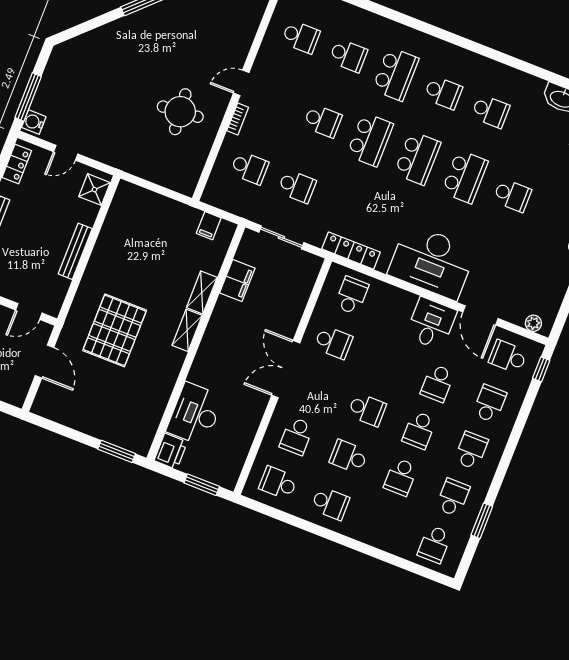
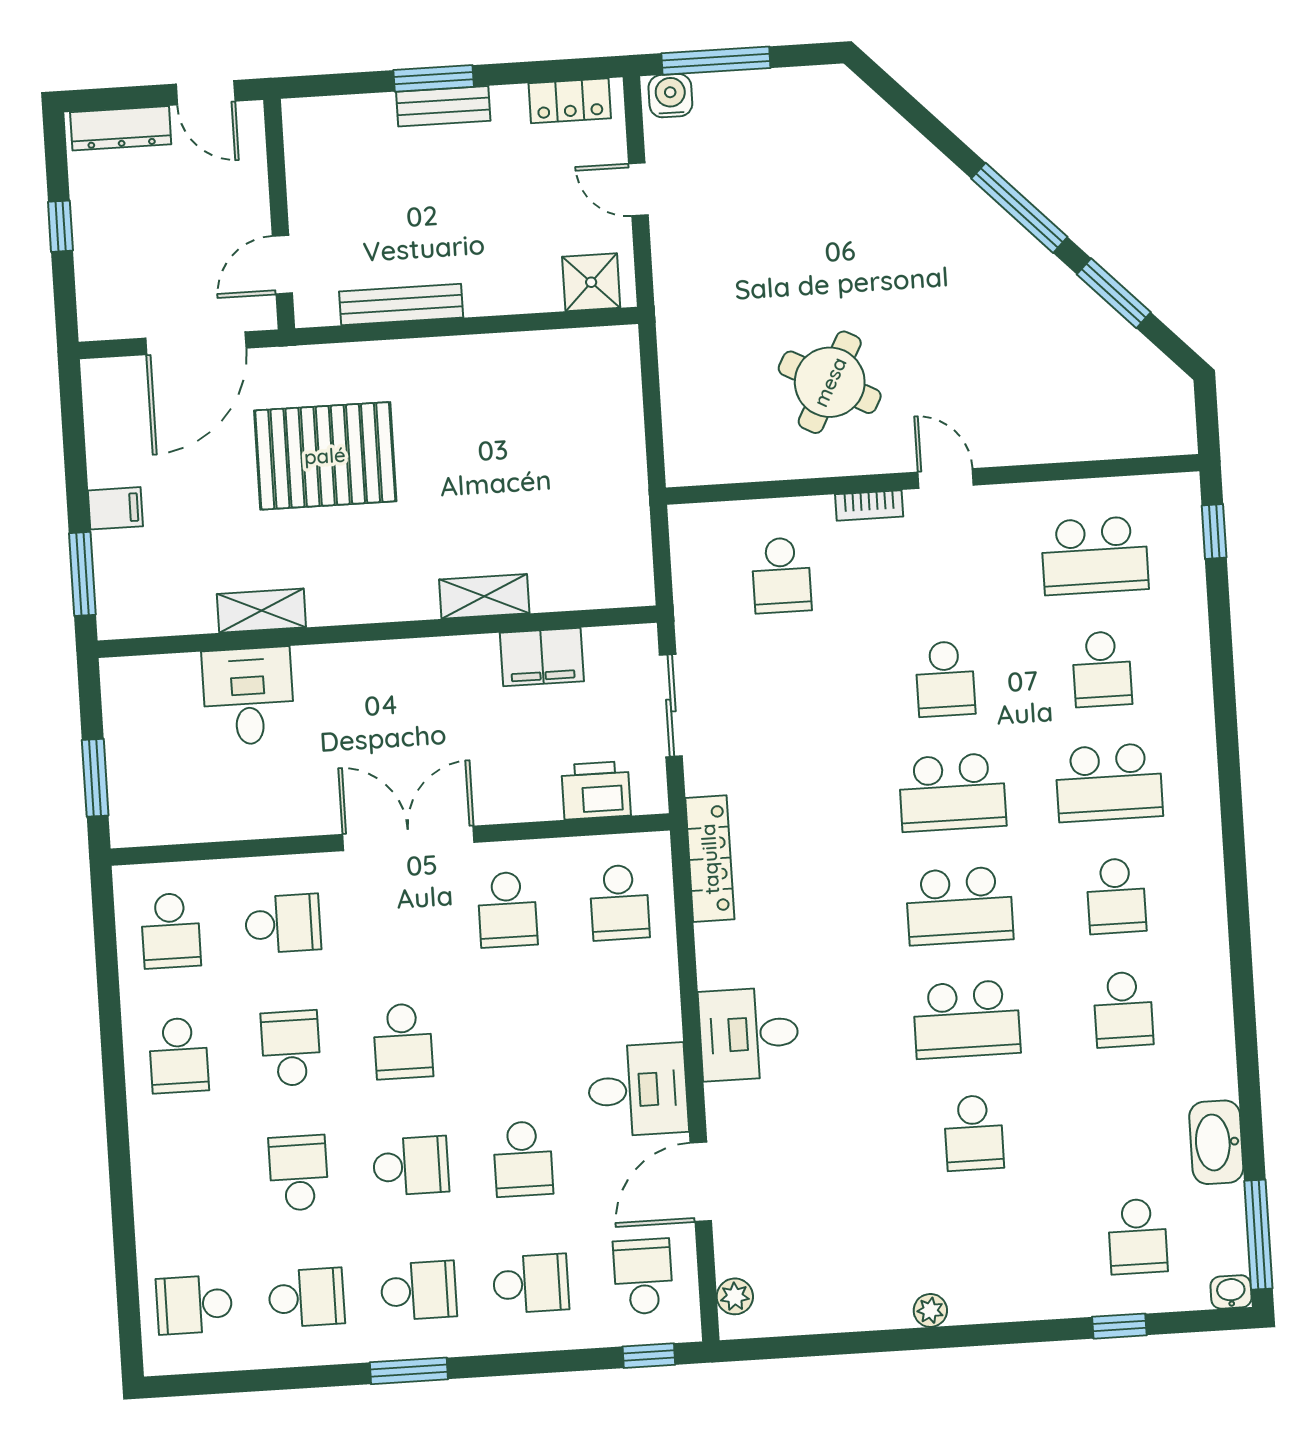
school desk: (301, 37) -> (1095, 556), width x1.85
round table: (180, 112) -> (830, 382), turned 33
school desk: (297, 186) -> (789, 689), removed
filing cabinet: (209, 226) -> (115, 508), moved, turned 180
bench: (75, 251) -> (401, 304), moved
desk: (432, 262) -> (749, 1034), width x0.53, depth x0.77
school desk: (352, 295) -> (619, 902), turned 90
door: (29, 312) -> (282, 265), hinge flipped
shelving: (187, 330) -> (261, 611), moved
door: (44, 362) -> (196, 343), width x1.36
school desk: (437, 383) -> (523, 1159), turned -90
desk: (195, 414) -> (248, 696), width x0.73
school desk: (419, 430) -> (411, 1166), turned 180
school desk: (297, 436) -> (283, 924), turned 180
printer: (171, 451) -> (596, 790), moved, turned 180
school desk: (401, 477) -> (299, 1173), turned 90
school desk: (278, 483) -> (171, 931), turned 180
window: (482, 521) -> (409, 1371), moved

